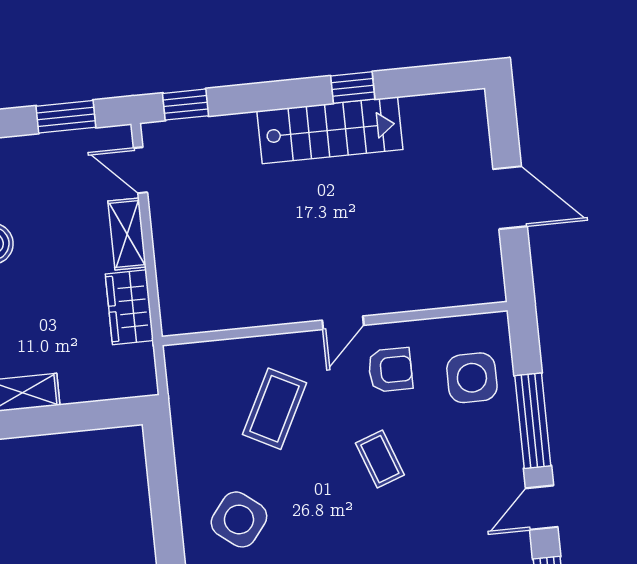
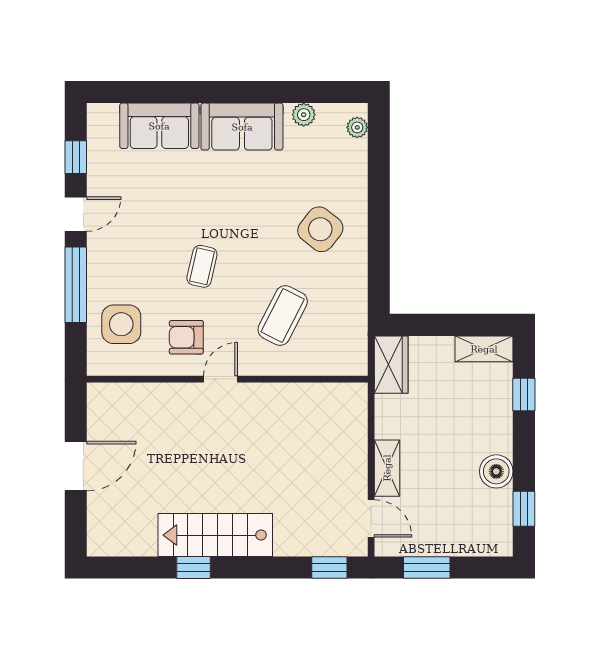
door: (510, 198) -> (76, 466), swing flipped
wardrobe: (130, 307) -> (391, 365), moved
coffee table: (380, 459) -> (202, 266), turned 33

